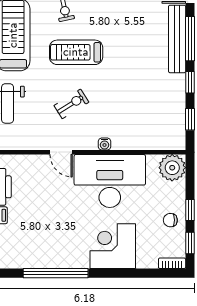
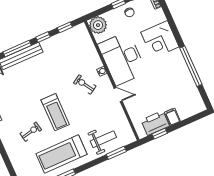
exercise bike: (72, 104) -> (85, 84), moved
door: (61, 152) -> (118, 95), hinge flipped

